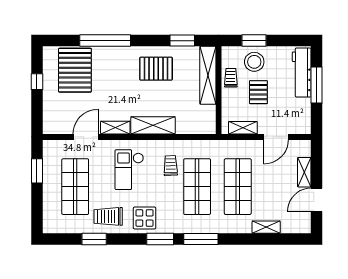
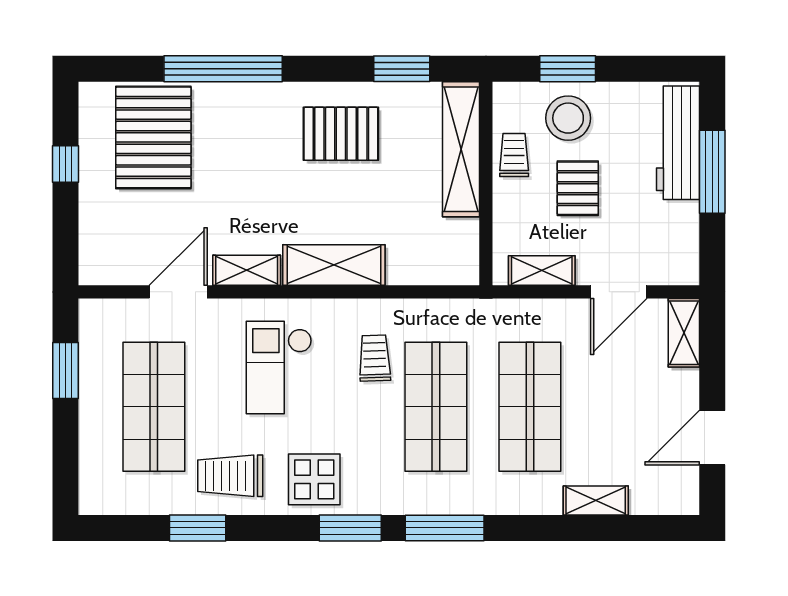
shelving: (304, 172) -> (684, 333), moved

